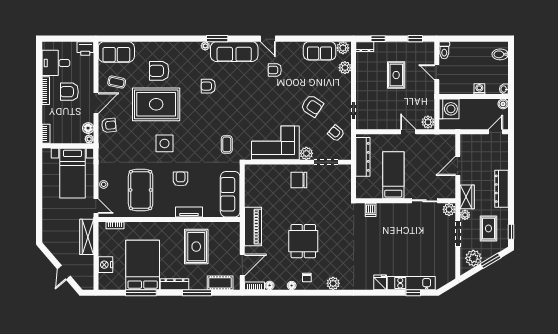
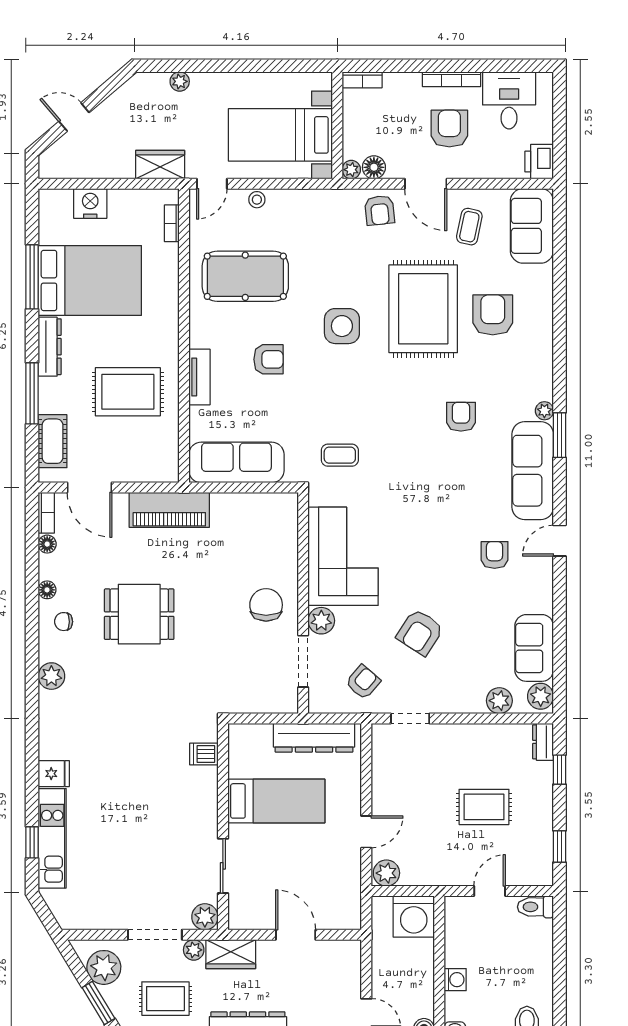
plant: (47, 222) -> (180, 81), added
wardrobe: (87, 237) -> (160, 165), width x0.67

